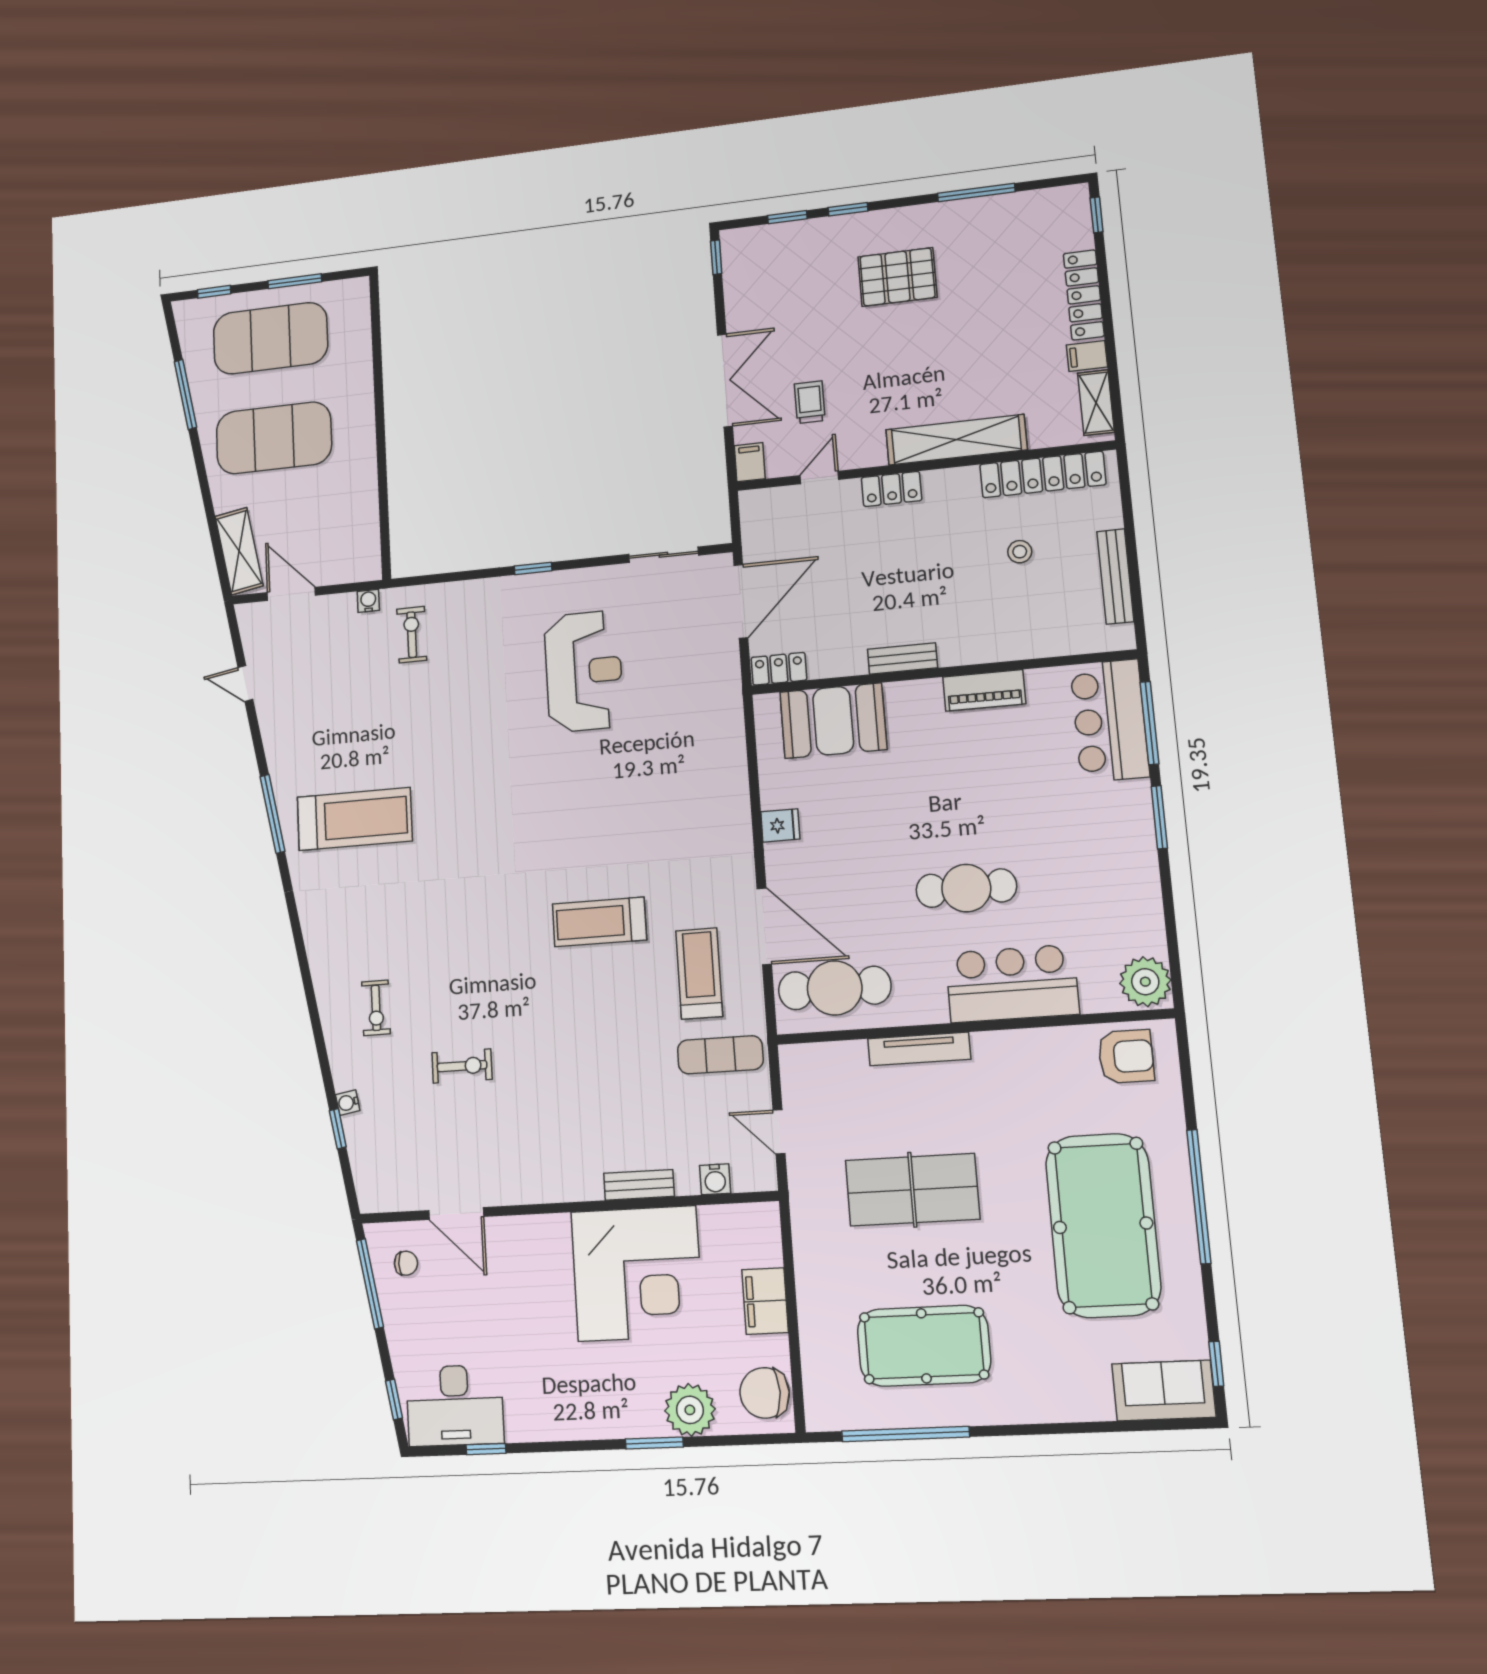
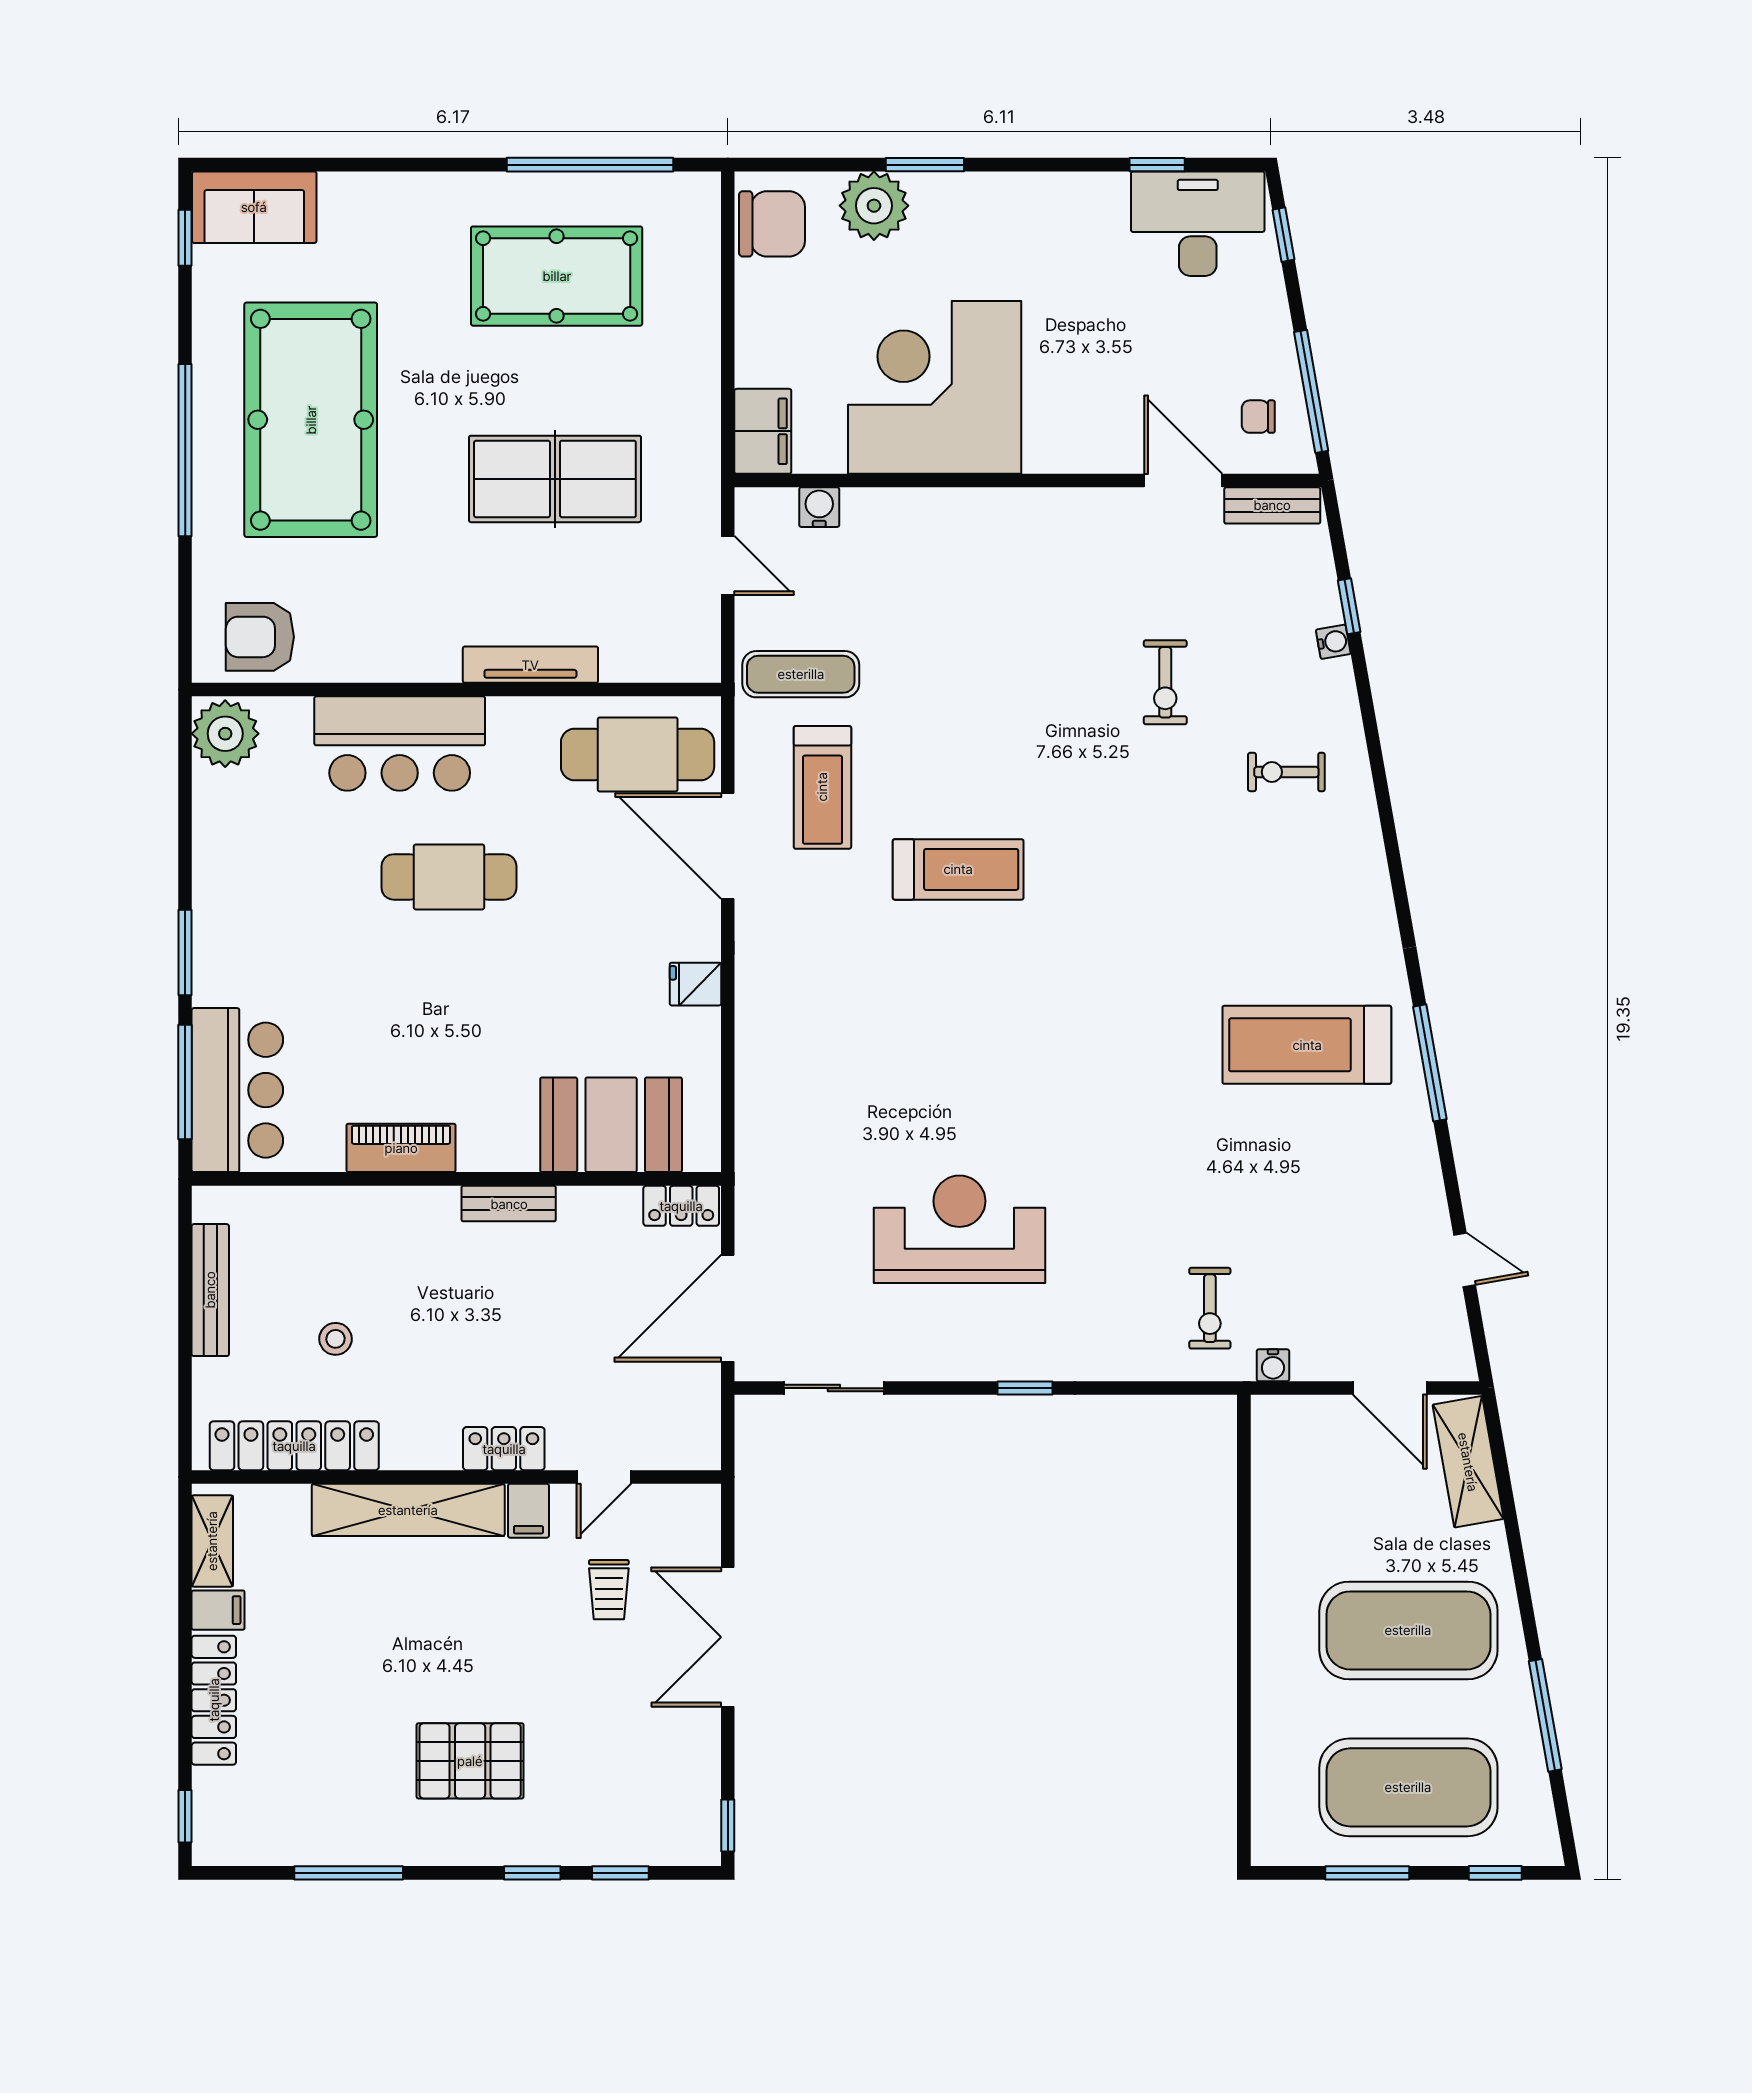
filing cabinet: (750, 462) -> (528, 1511), moved
reception desk: (584, 671) -> (959, 1229), turned 90
exercise bike: (376, 1008) -> (1286, 772), turned -90
exercise bike: (462, 1066) -> (1165, 682), turned -90
bench: (639, 1185) -> (1272, 505), moved
filing cabinet: (765, 1301) -> (763, 431), moved

